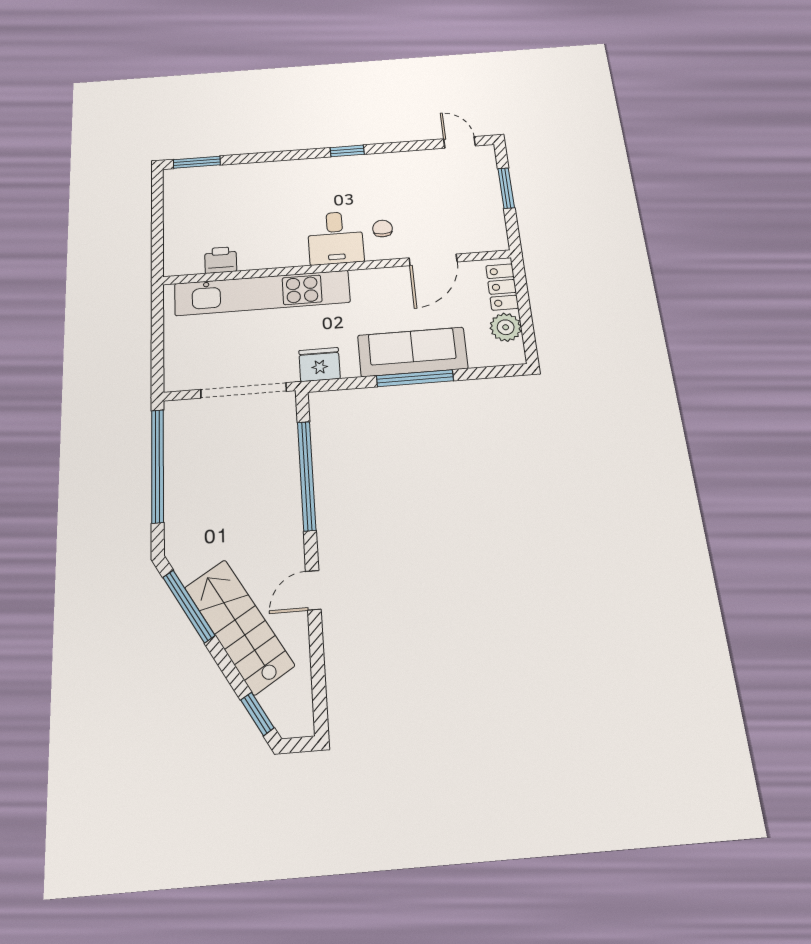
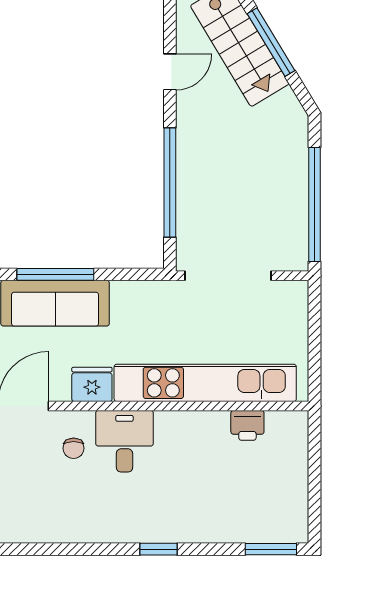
window: (347, 151) -> (158, 549), moved
fridge: (320, 364) -> (92, 384), moved, turned 180
window: (189, 606) -> (271, 42), moved

